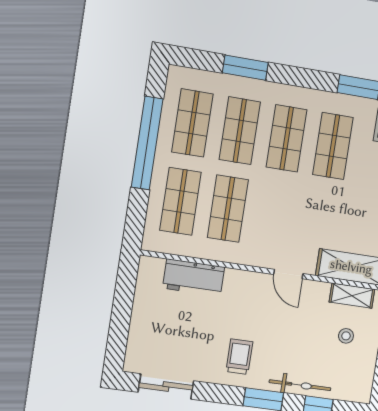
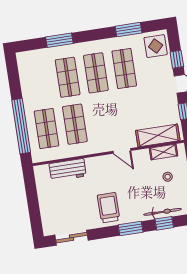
shop shelf: (192, 123) -> (39, 82), removed
window: (147, 143) -> (21, 126), moved
trolley: (239, 357) -> (109, 208), width x1.36, depth x1.39
bicycle: (300, 385) -> (163, 212), moved

